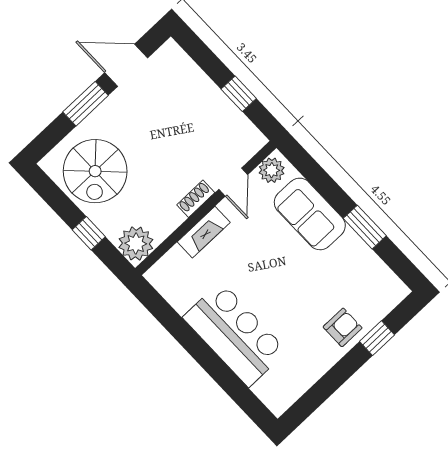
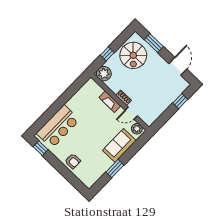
window: (239, 94) -> (180, 101), moved
window: (86, 104) -> (154, 43), moved
spiral stairs: (95, 171) -> (133, 55), turned -90
bar counter: (235, 334) -> (58, 127), moved
window: (377, 338) -> (41, 148), moved

